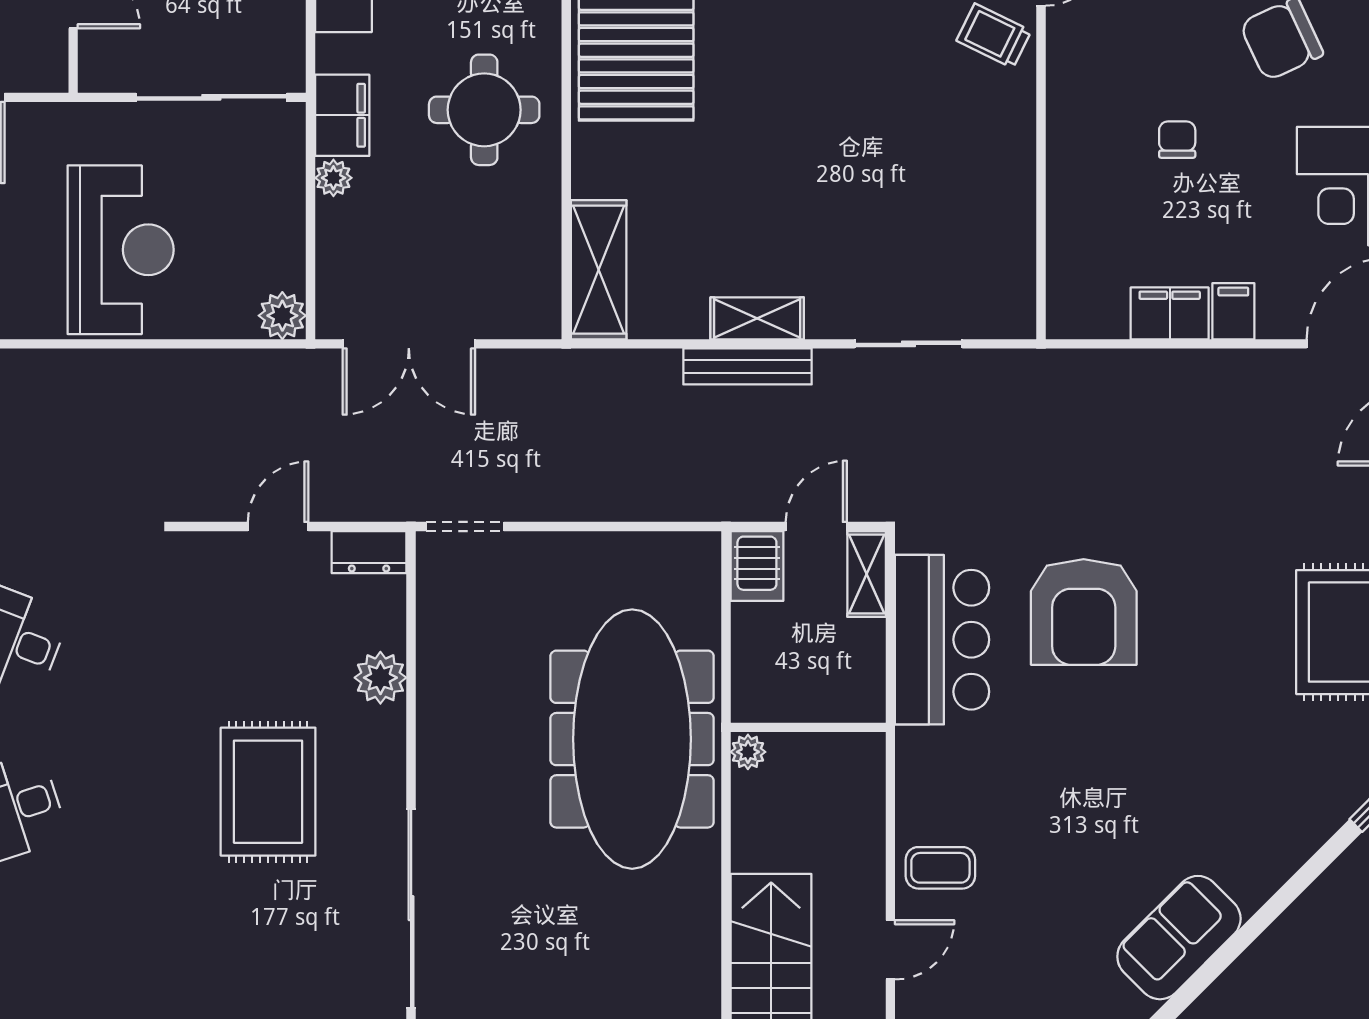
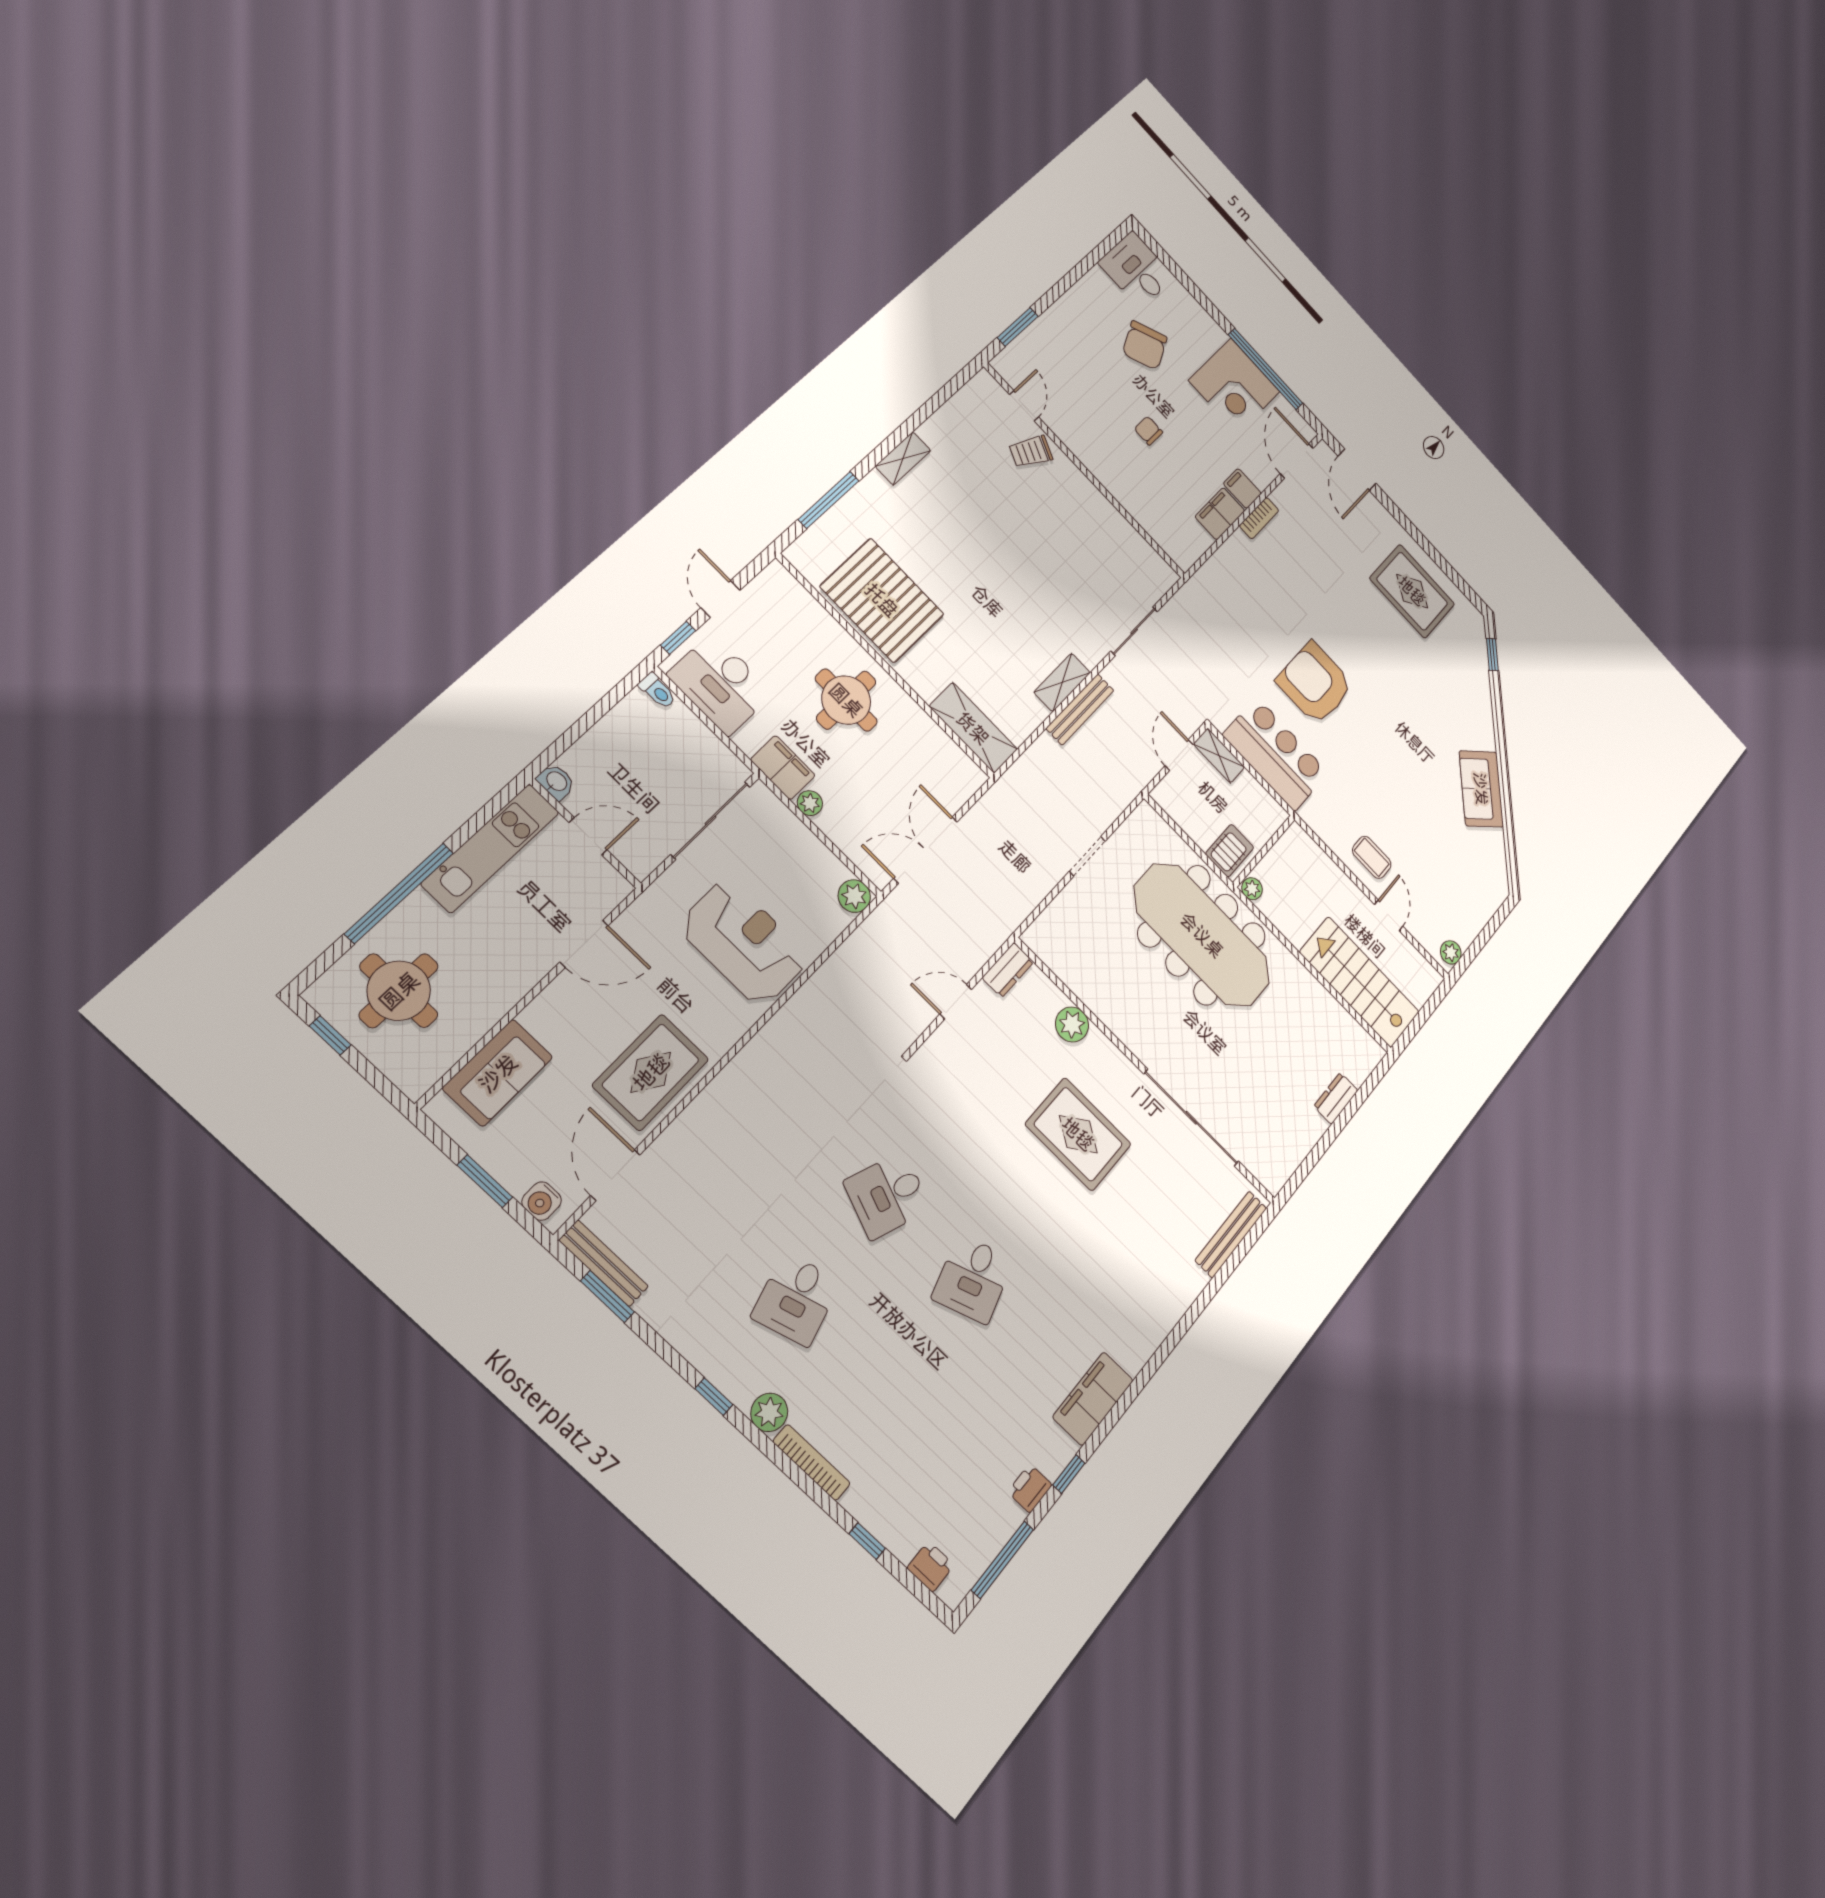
double door: (409, 344) -> (926, 850), swing flipped
bookcase: (1218, 364) -> (1259, 518), added
door: (278, 527) -> (956, 1002), hinge flipped
doorway: (465, 527) -> (1087, 856), moved
server rack: (757, 566) -> (1230, 851), moved, turned -90
armchair: (1084, 612) -> (1315, 683), turned 180
coffee table: (940, 868) -> (1372, 857), turned 90

